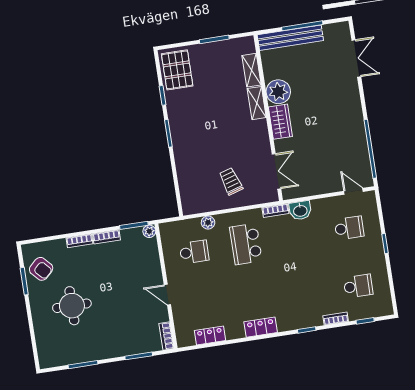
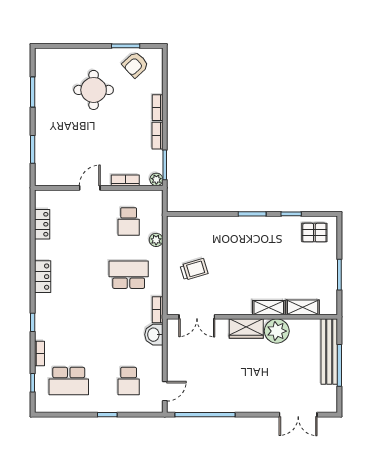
pallet: (177, 70) -> (314, 233), width x0.67, depth x0.71
school desk: (358, 286) -> (69, 381), width x1.85
bookcase: (166, 336) -> (125, 180), moved

